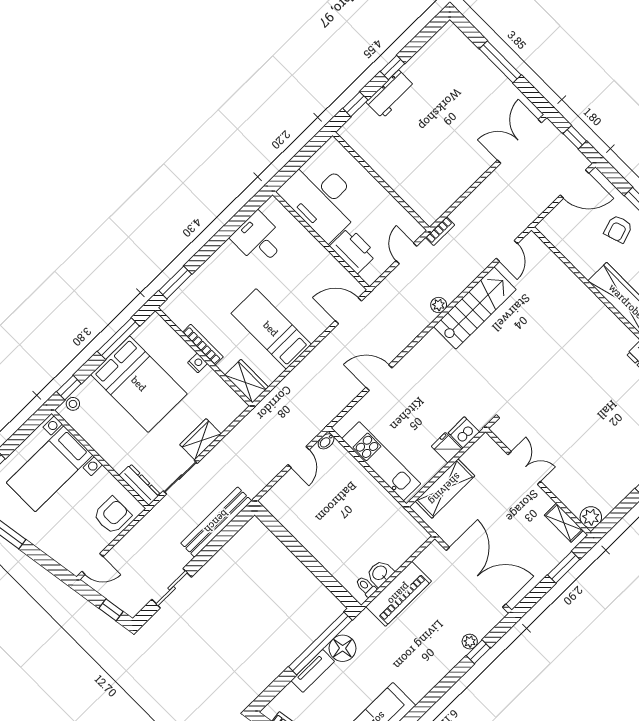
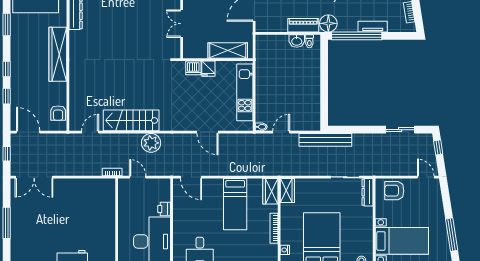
armchair: (618, 229) -> (58, 113), moved, turned 108
printer: (353, 250) -> (164, 209), width x0.53, depth x0.68
door: (406, 253) -> (138, 177), swing flipped
plant: (439, 305) -> (151, 143), width x1.87, depth x1.87
nightstand: (198, 363) -> (285, 250), moved
wardrobe: (200, 439) -> (287, 191), moved, turned -90
bench: (216, 522) -> (325, 140), moved
piano: (399, 594) -> (303, 25), width x0.73, depth x0.75
floor lamp: (343, 648) -> (328, 23), moved

